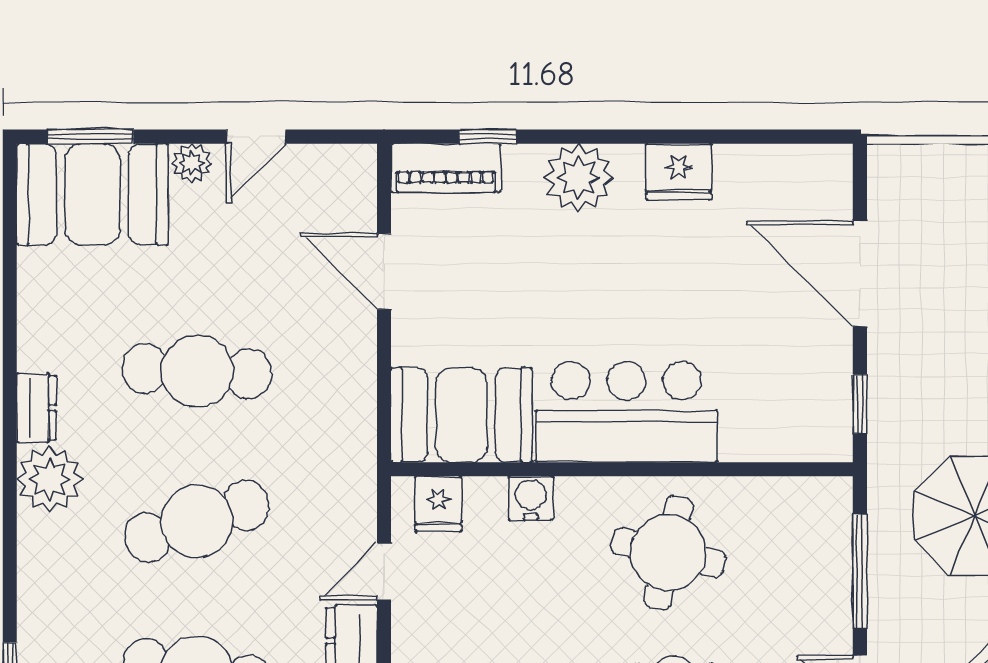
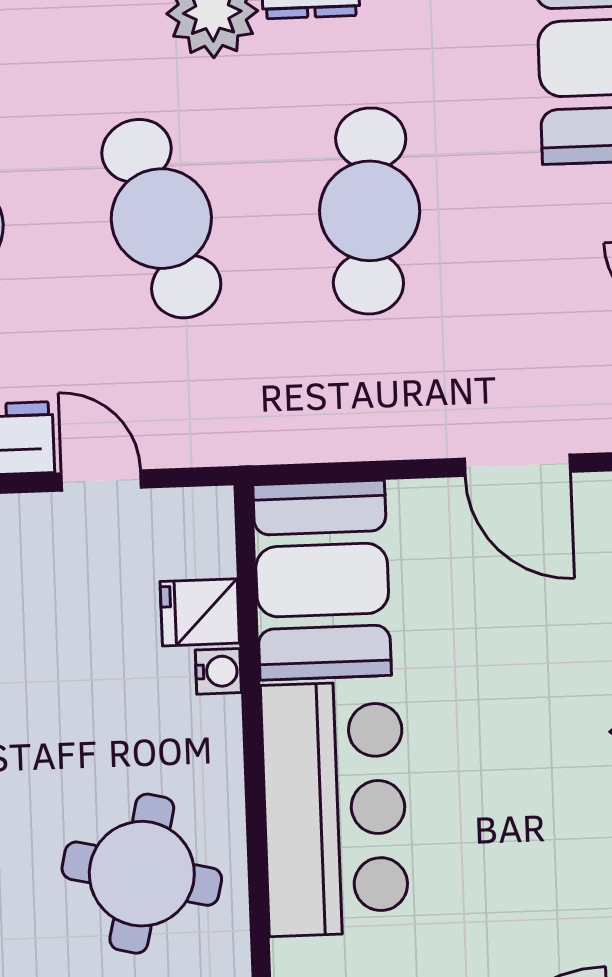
door: (384, 271) -> (517, 465), swing flipped
water cooler: (531, 498) -> (218, 671), width x0.72, depth x0.72
fridge: (438, 504) -> (200, 612), moved

